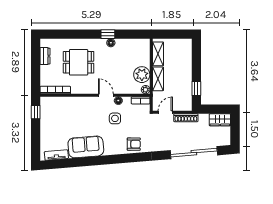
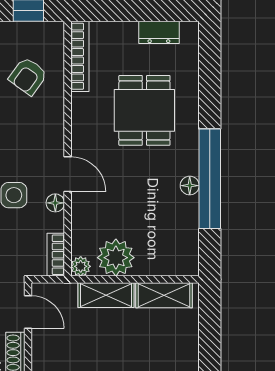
window: (108, 34) -> (210, 179), width x3.17
door: (106, 95) -> (68, 174), hinge flipped
armchair: (64, 112) -> (28, 76), added

